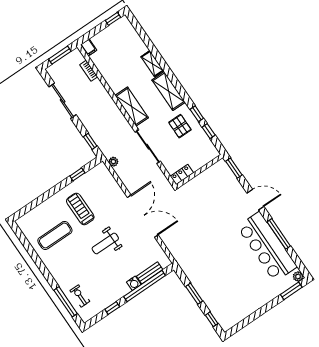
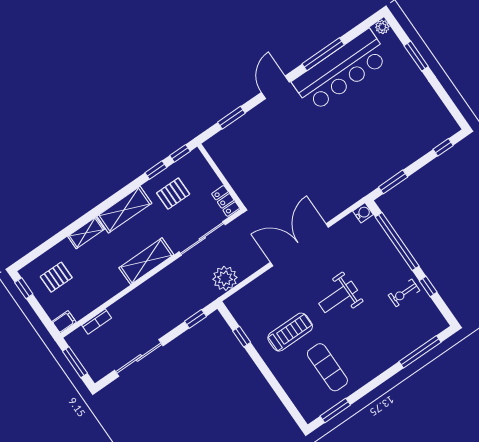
pallet: (121, 42) -> (56, 277), added
plant: (113, 162) -> (225, 278), width x1.88, depth x1.88
wall: (199, 171) -> (221, 176), moved
locker: (182, 174) -> (226, 201), moved
treadmill: (80, 209) -> (290, 332), turned 180
window: (24, 241) -> (335, 411), added
weight bench: (105, 243) -> (338, 297), turned 90
bench: (150, 273) -> (379, 234), removed
water cooler: (134, 283) -> (363, 213), moved
window: (291, 291) -> (416, 56), moved
window: (194, 294) -> (393, 182), moved
exercise bike: (80, 296) -> (404, 293), moved

